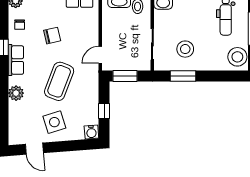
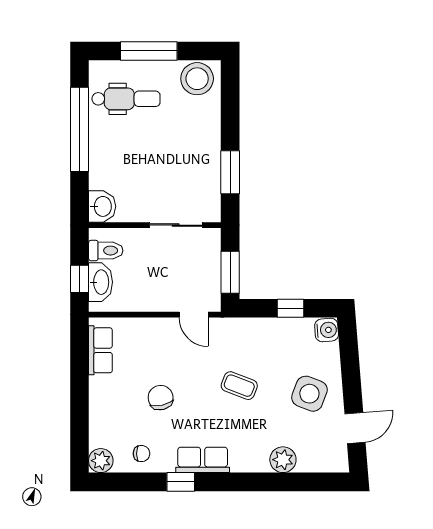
stool: (185, 49) -> (184, 169), removed
coffee table: (59, 81) -> (239, 386), width x0.54, depth x0.58
plant: (16, 93) -> (283, 460), moved
side table: (54, 122) -> (309, 394), turned 38

